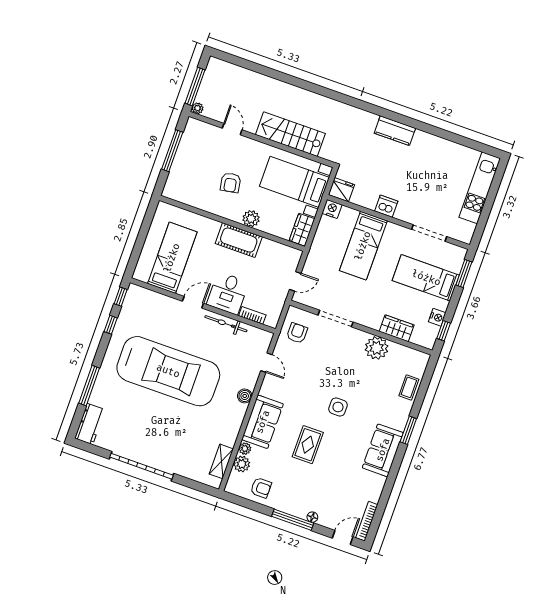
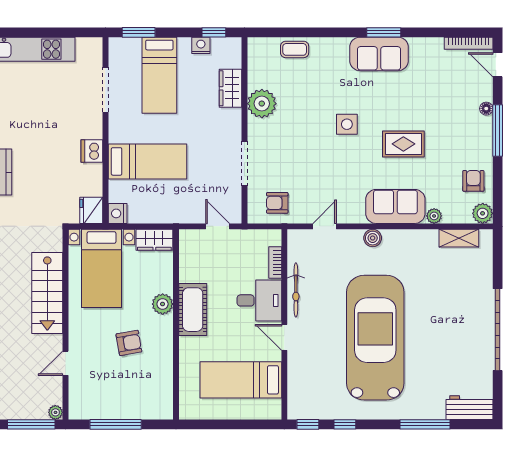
window: (408, 430) -> (384, 32), moved
plant: (242, 464) -> (483, 213), moved

